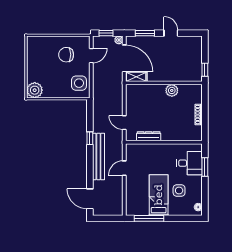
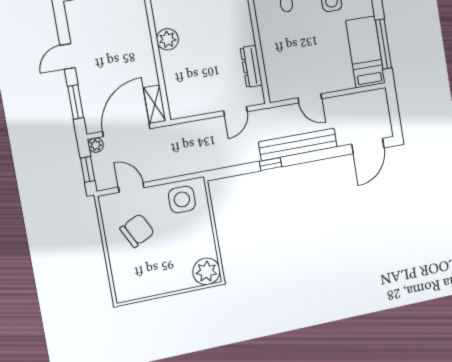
chair: (66, 55) -> (137, 231), turned -117
bed: (159, 195) -> (365, 52), moved, turned 90

